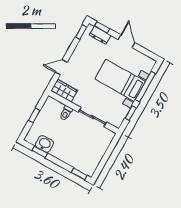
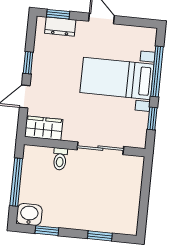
window: (81, 32) -> (28, 63), moved
window: (34, 115) -> (16, 182), width x2.17
washbasin: (44, 144) -> (29, 214), moved
window: (79, 174) -> (100, 236), moved

